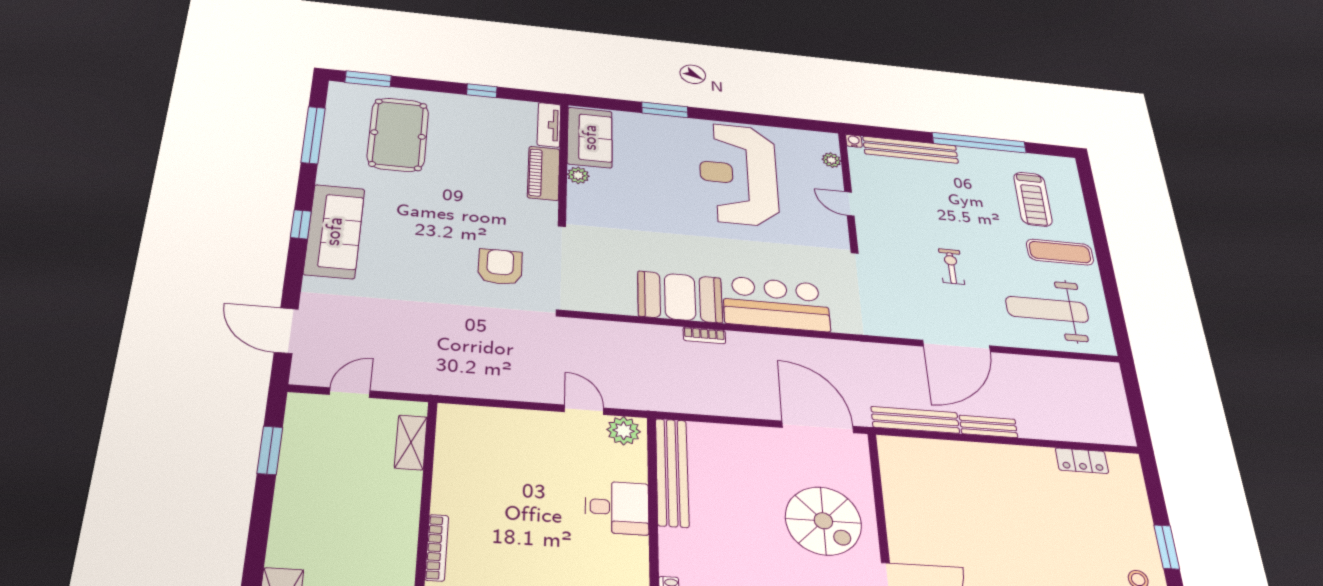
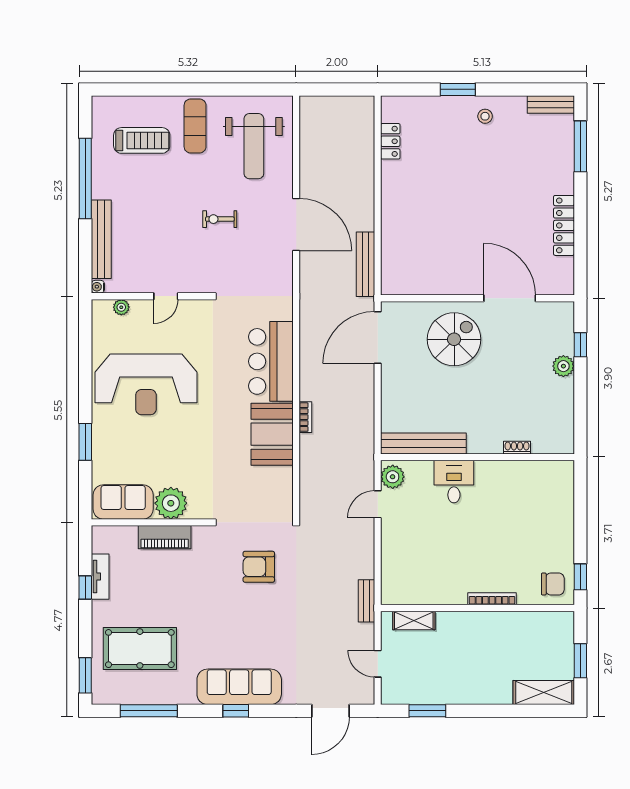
tv unit: (549, 125) -> (100, 577), moved, turned -90
plant: (578, 175) -> (171, 503), width x1.88, depth x1.88
bench: (988, 426) -> (366, 601), moved

